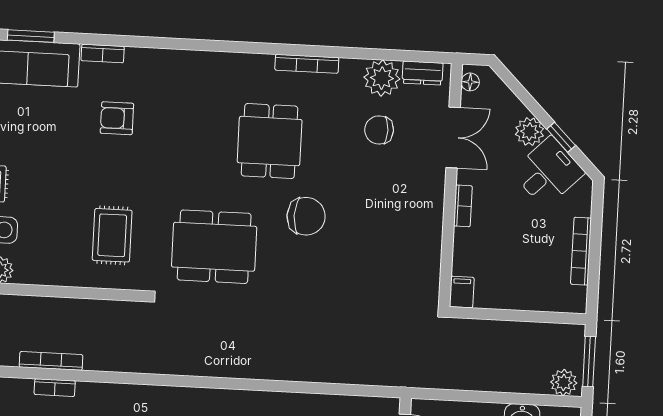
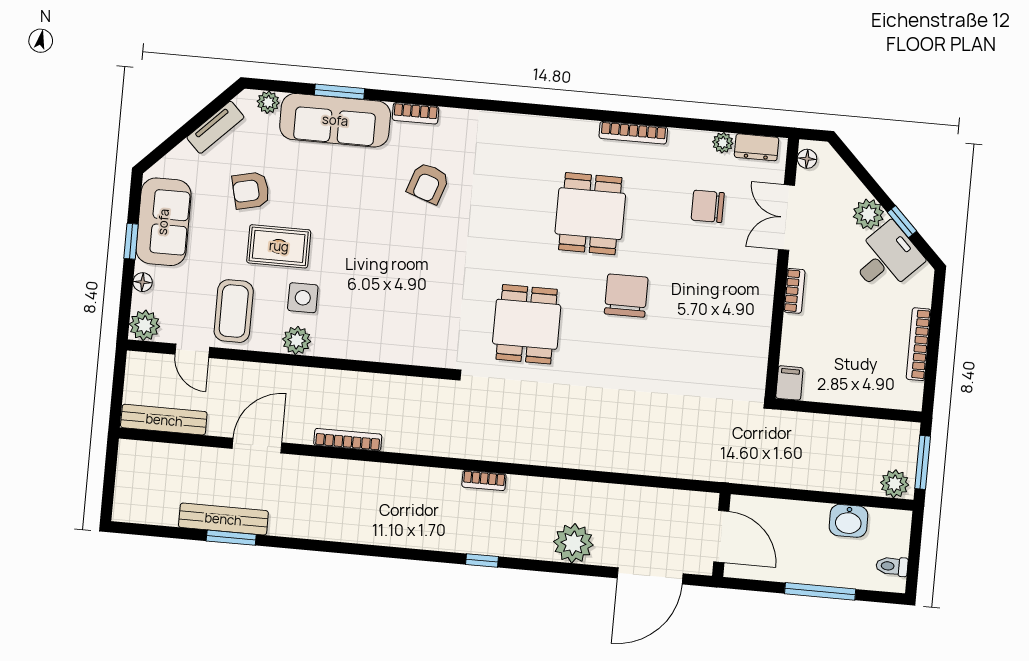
plant: (382, 78) -> (723, 143), width x0.53, depth x0.53
armchair: (117, 118) -> (428, 183), turned -71
double door: (453, 137) -> (786, 217), swing flipped
chair: (306, 216) -> (626, 296), turned -91
rug: (112, 235) -> (418, 308), removed
dining table: (214, 247) -> (527, 324), width x0.73
bookcase: (55, 388) -> (484, 480), moved

